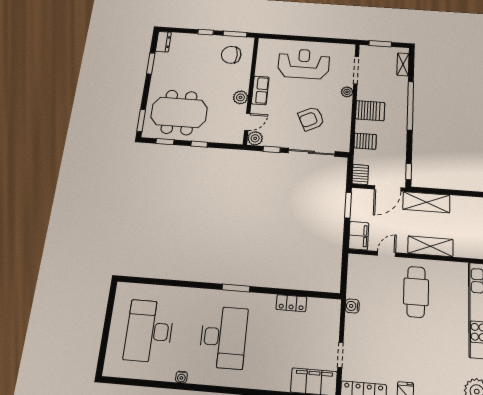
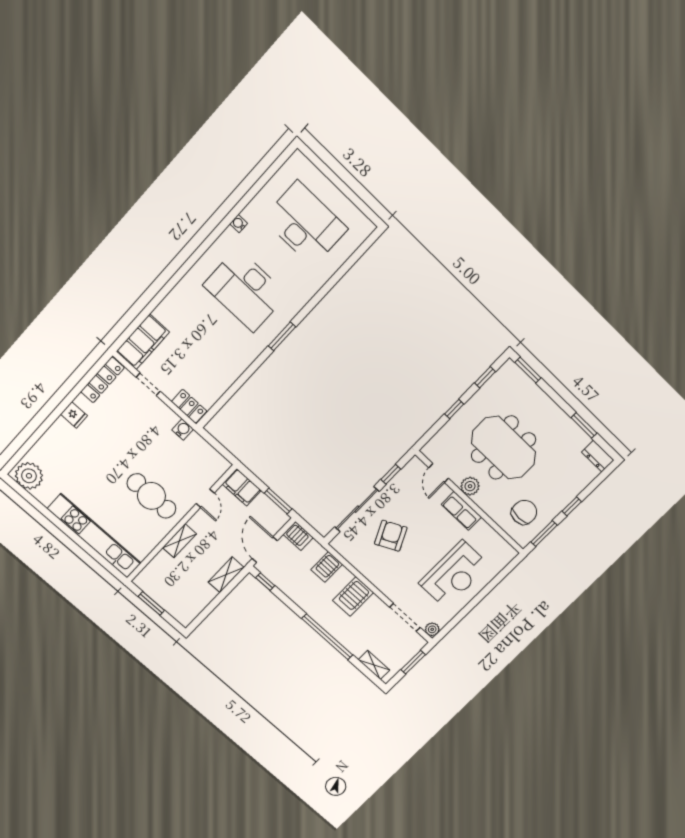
plant: (347, 92) -> (432, 629), moved
meeting table: (179, 112) -> (504, 448), moved, turned 90
plant: (255, 138) -> (415, 467), removed
shelving: (426, 202) -> (226, 575), width x0.67, depth x0.75
shelving: (430, 246) -> (179, 541), width x0.67, depth x0.75
locker: (291, 303) -> (189, 406), moved, turned 90

